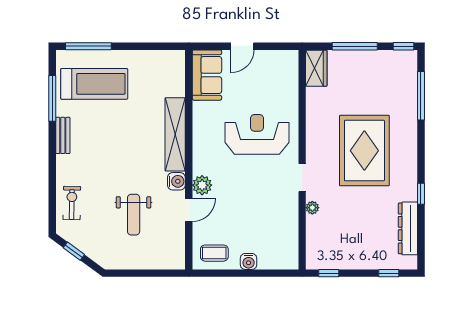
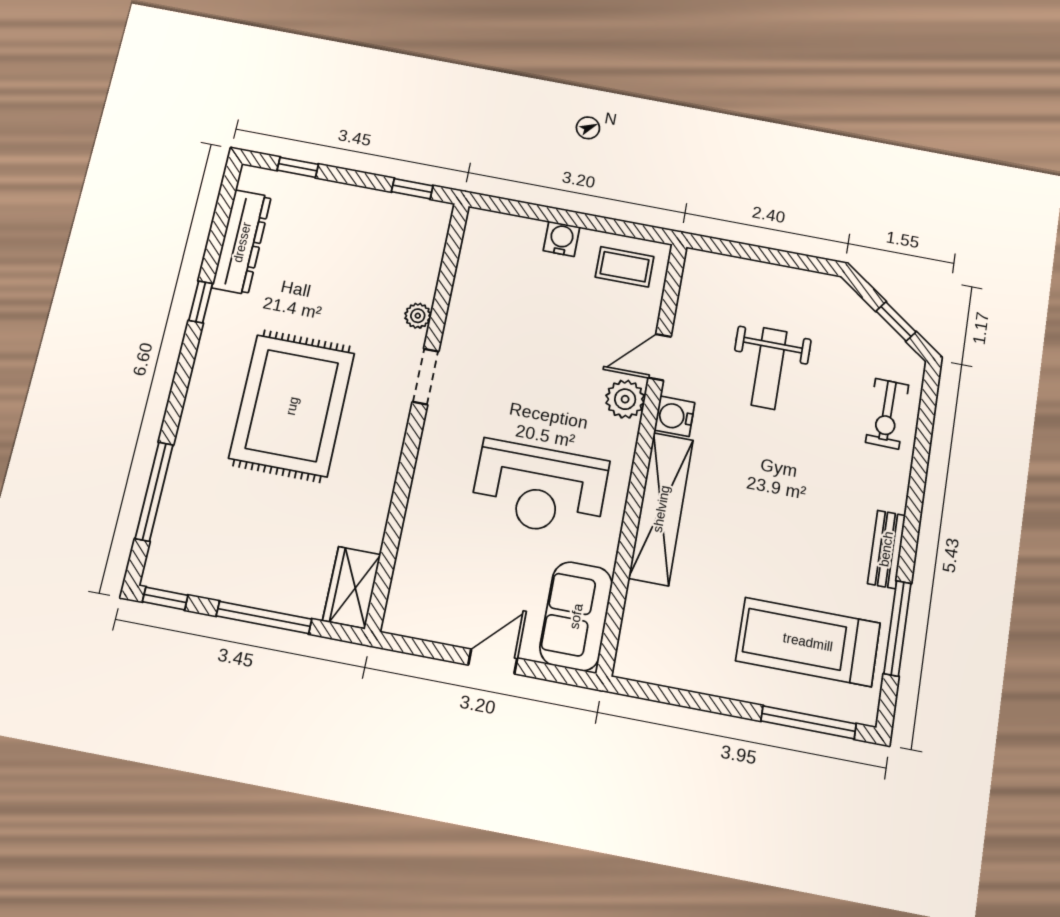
reception desk: (257, 134) -> (540, 489), moved
weight bench: (134, 215) -> (769, 368), turned 180

